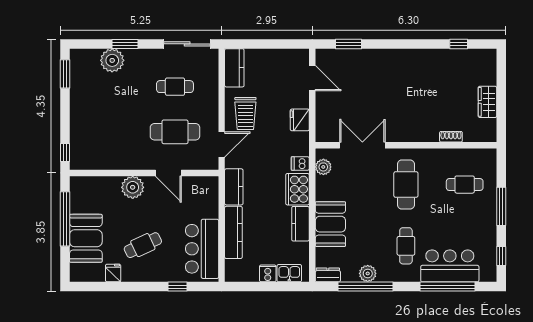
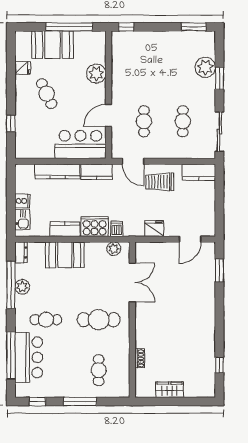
cafe table: (175, 132) -> (144, 121), width x0.73, depth x0.74
plant: (133, 187) -> (96, 74), moved
bar counter: (202, 249) -> (80, 145), moved

